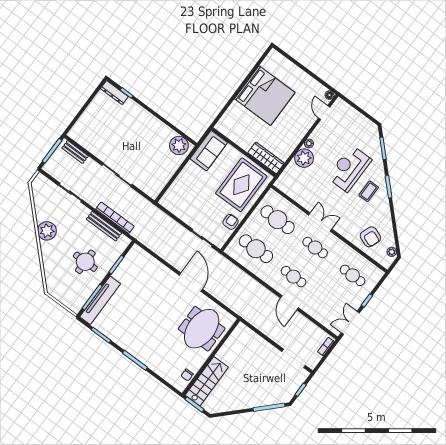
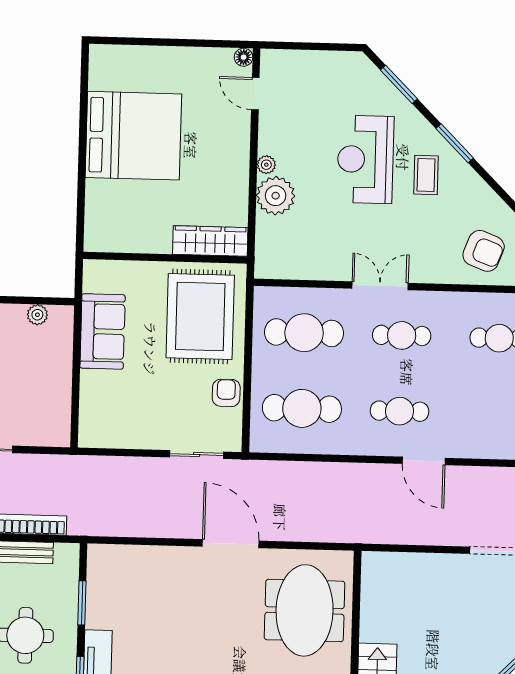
plant: (179, 145) -> (37, 315), width x0.53, depth x0.53
sofa: (209, 151) -> (103, 331), moved

